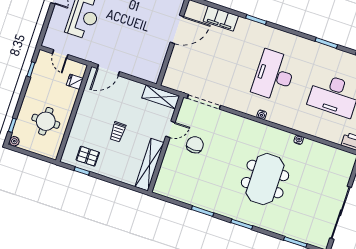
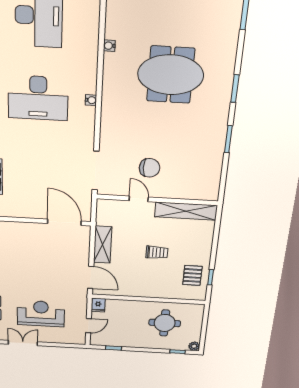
door: (177, 29) -> (64, 222), moved
fridge: (75, 82) -> (98, 305), moved
shelving: (161, 97) -> (103, 245), moved
chair: (195, 145) -> (150, 168), turned 180

